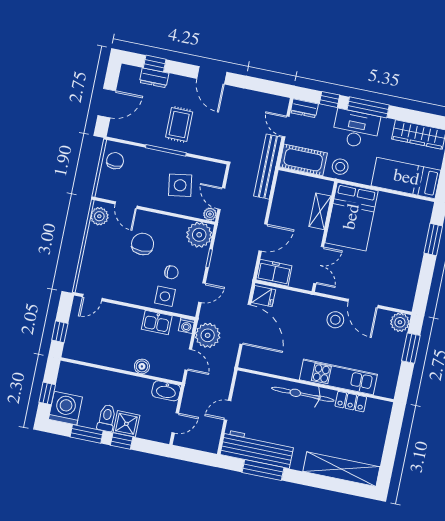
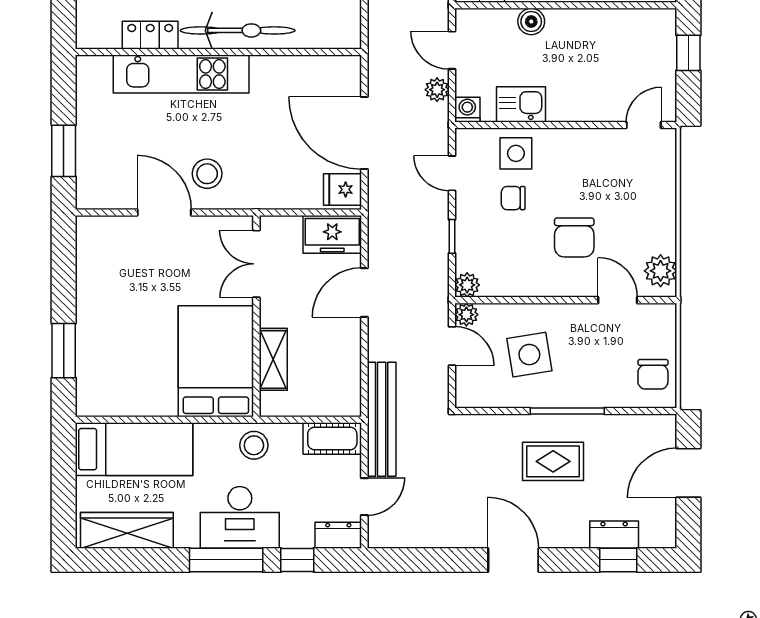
rug: (179, 124) -> (553, 461), turned 90
door: (286, 126) -> (364, 497), hinge flipped
cot: (303, 160) -> (332, 439), width x0.73, depth x0.75
plant: (199, 235) -> (467, 285), width x0.53, depth x0.53
door: (202, 293) -> (452, 173), hinge flipped
plant: (400, 322) -> (92, 193), removed
plant: (208, 335) -> (437, 90), width x0.53, depth x0.53

